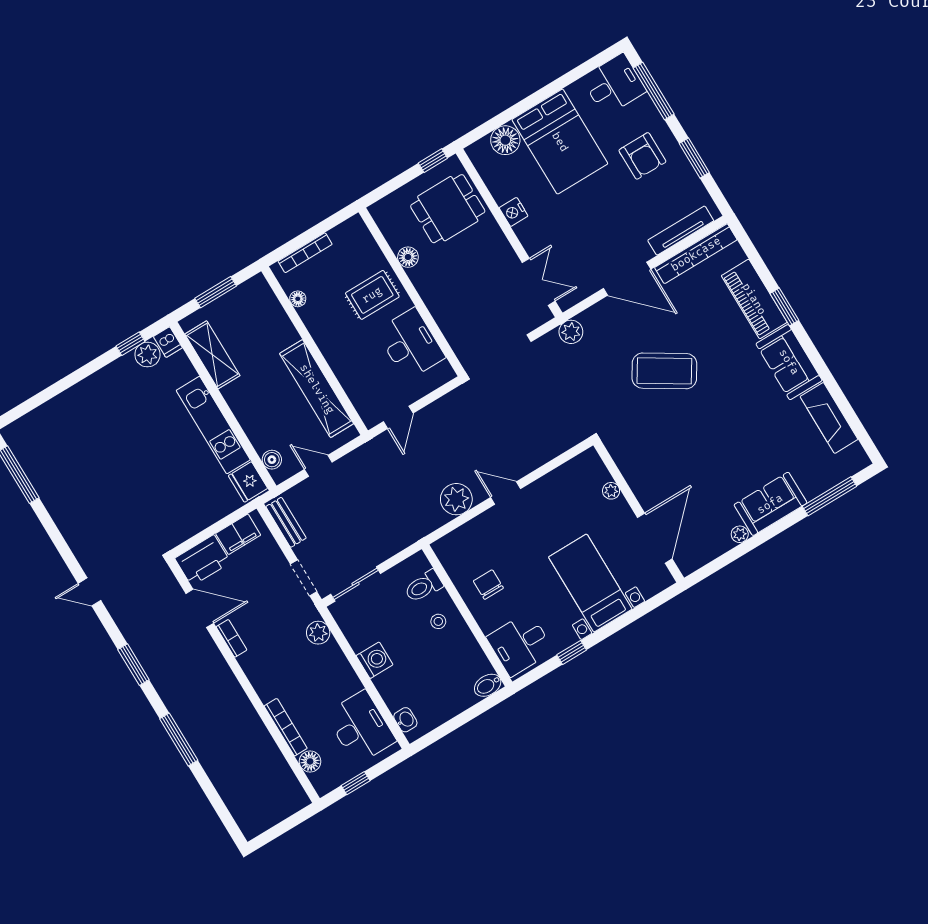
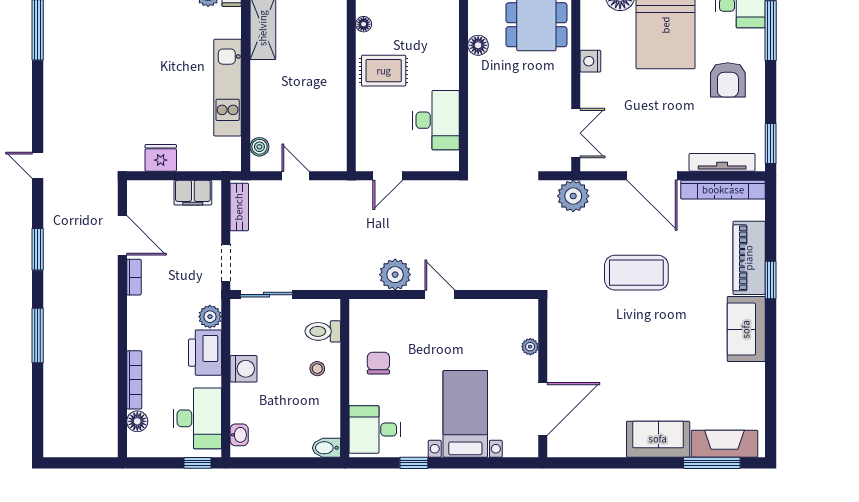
window: (694, 158) -> (771, 143), moved
rug: (372, 295) -> (384, 71), moved
plant: (571, 332) -> (573, 196), width x1.36, depth x1.36
coffee table: (664, 371) -> (636, 273), turned -32
shelving: (317, 389) -> (334, 110), removed
fireplace: (829, 418) -> (724, 444), moved, turned 90
fridge: (248, 482) -> (161, 158), moved, turned 90
plant: (740, 534) -> (616, 449), removed
printer: (203, 560) -> (205, 353), moved, turned 90
window: (356, 783) -> (198, 463), moved

